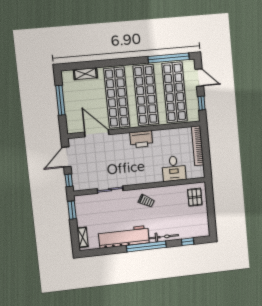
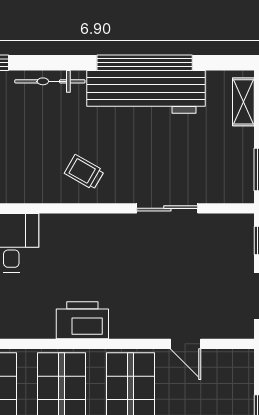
door: (97, 133) -> (186, 344), width x0.53
window: (146, 246) -> (145, 63), moved

